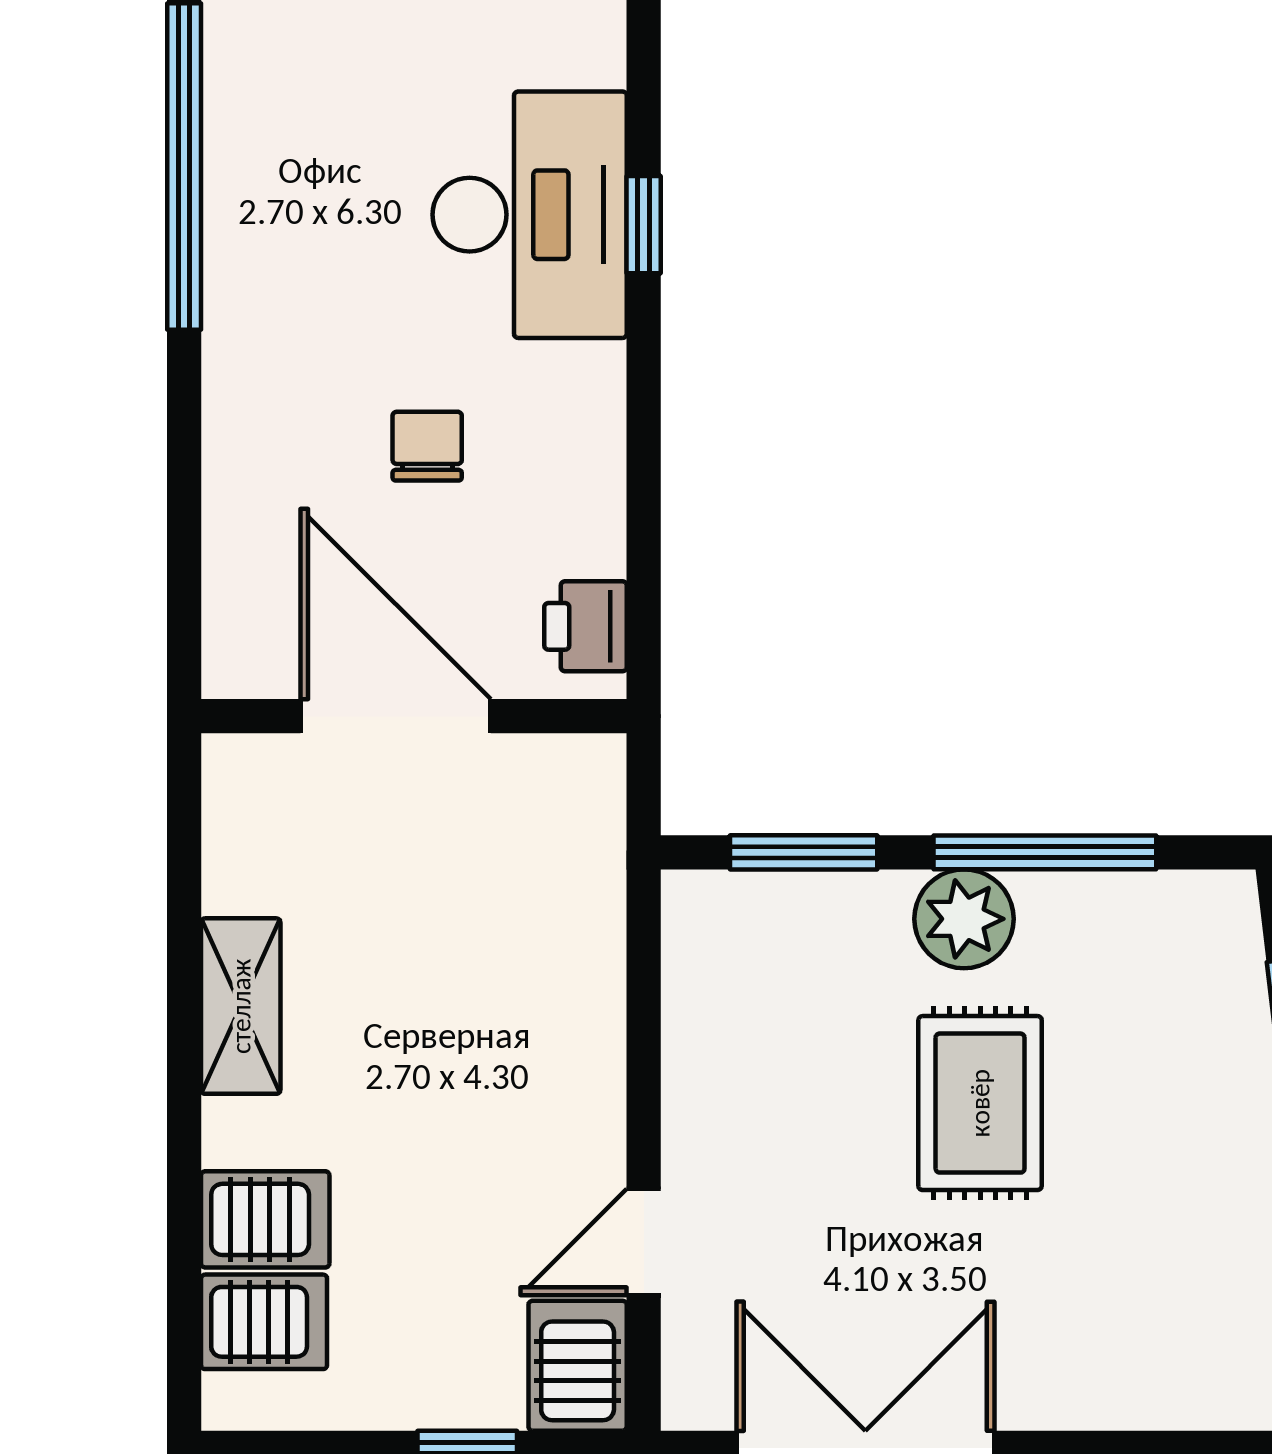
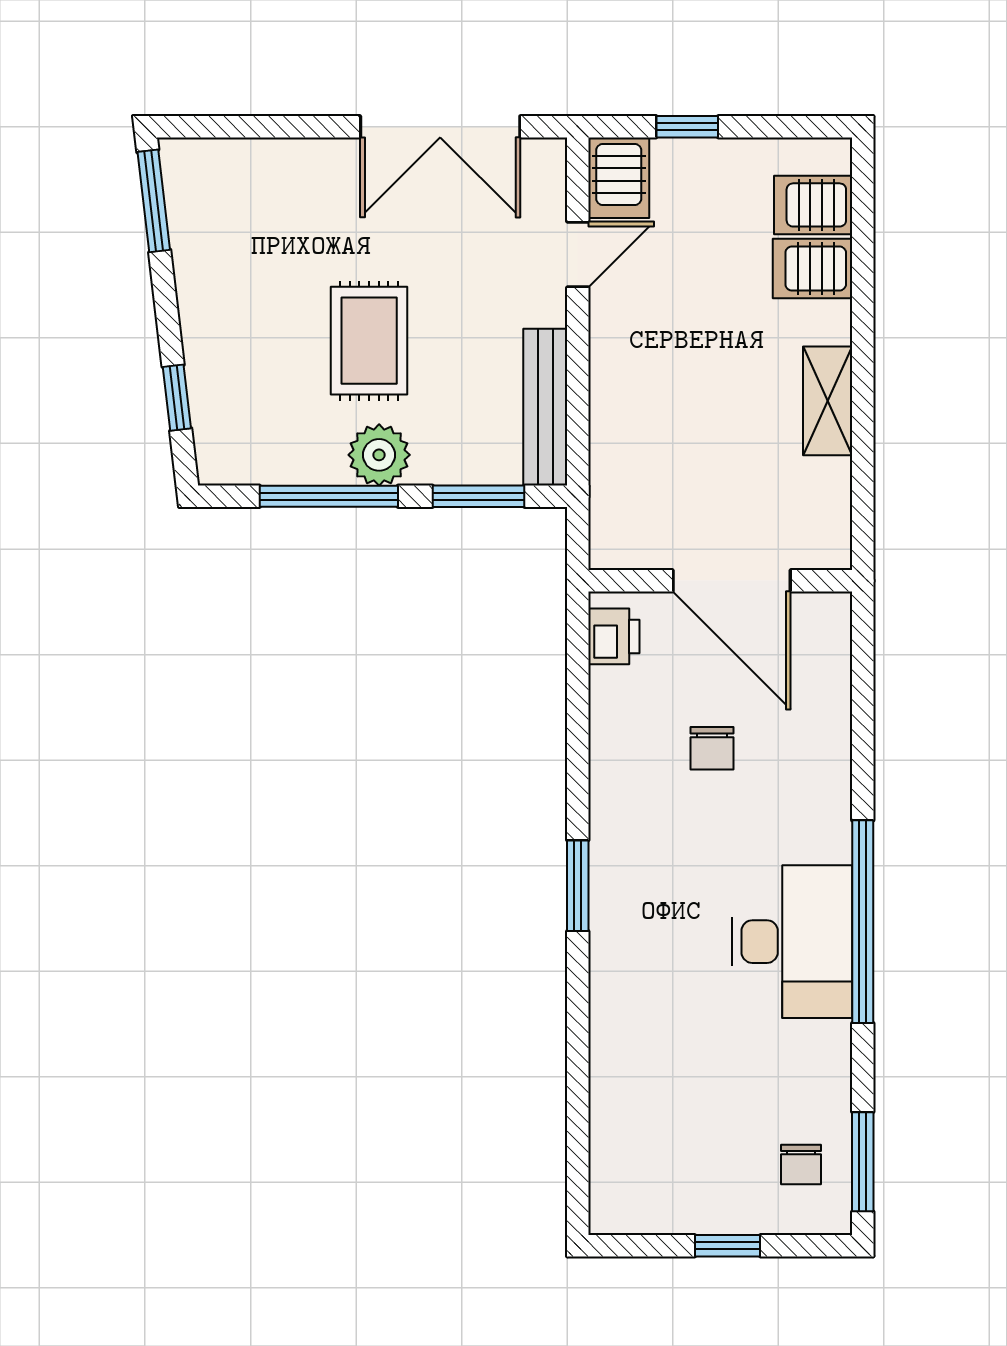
desk: (530, 215) -> (792, 942), moved, turned 180
window: (644, 225) -> (578, 886), width x1.50
bench: (696, 996) -> (545, 407), added

